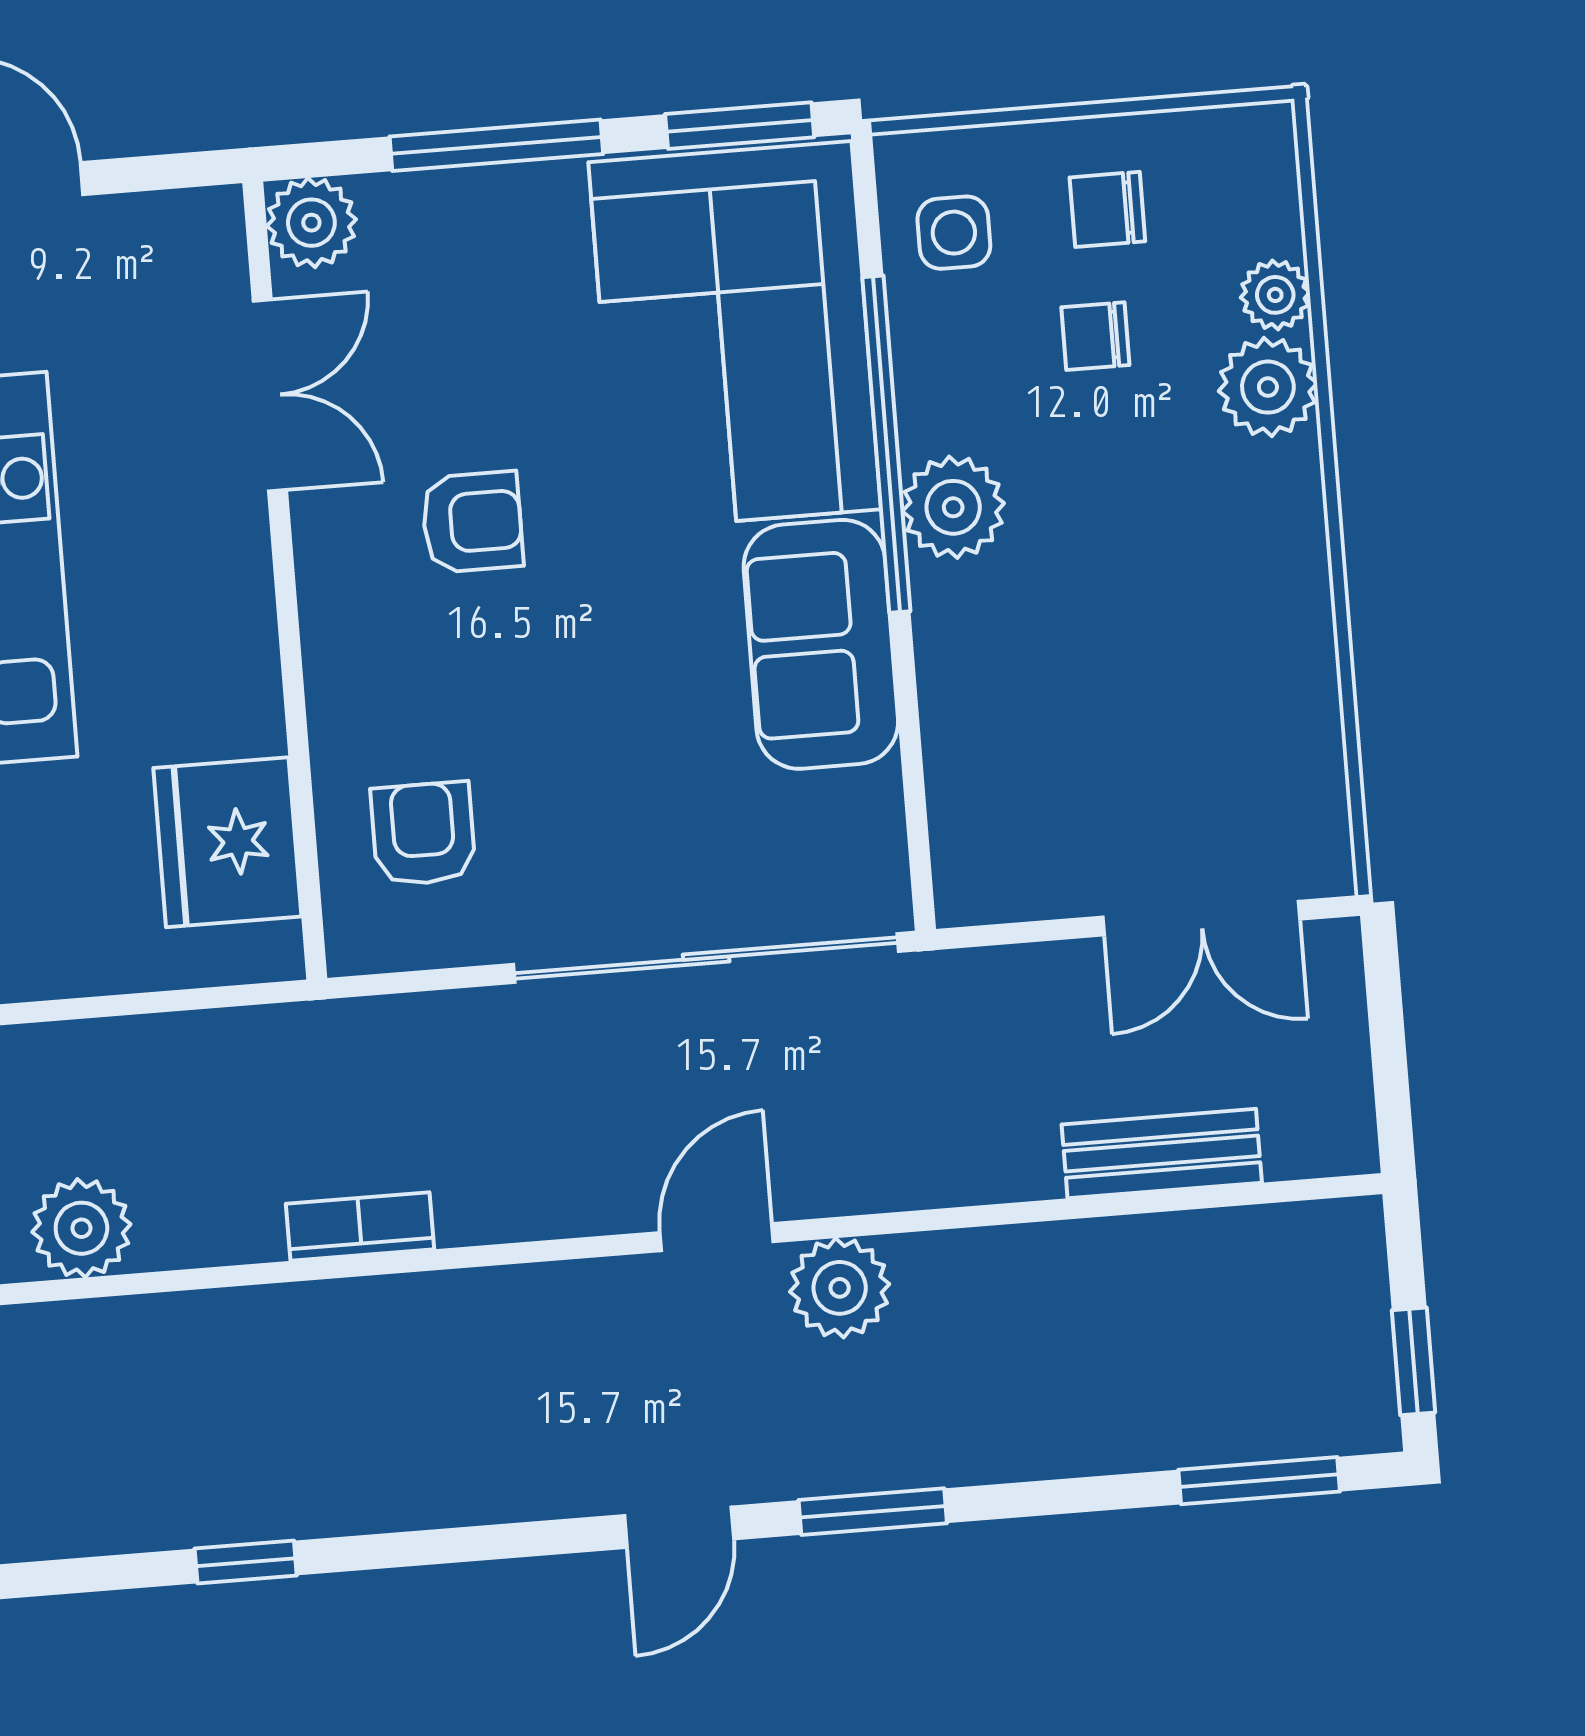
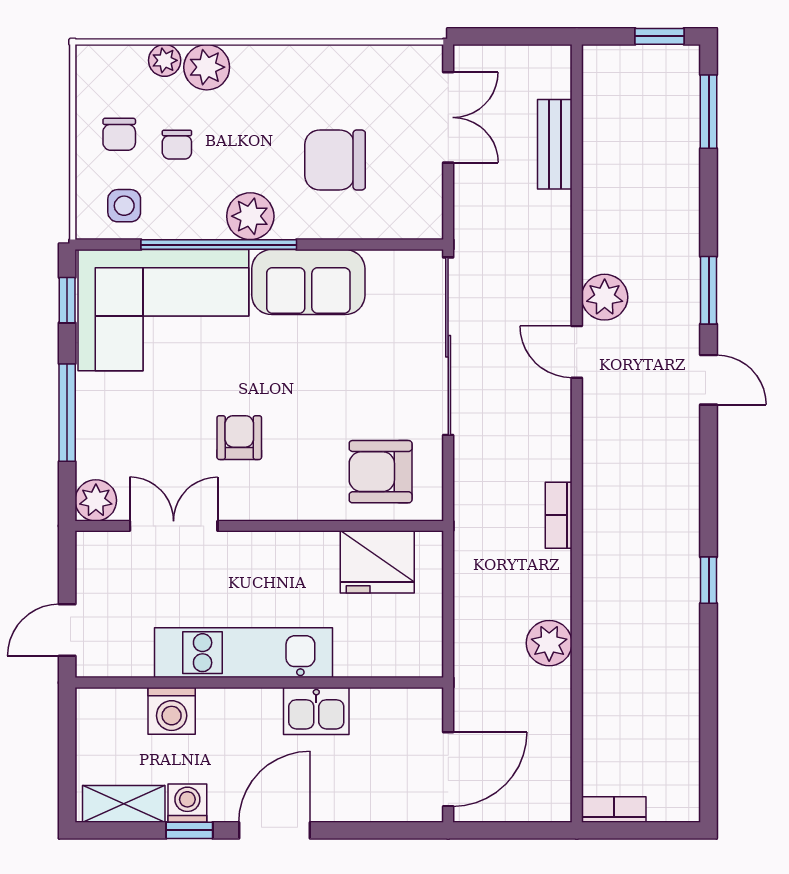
window: (740, 126) -> (67, 300), width x0.67
chair: (1090, 681) -> (335, 160), added
armchair: (423, 834) -> (381, 472), width x1.38, depth x1.38

